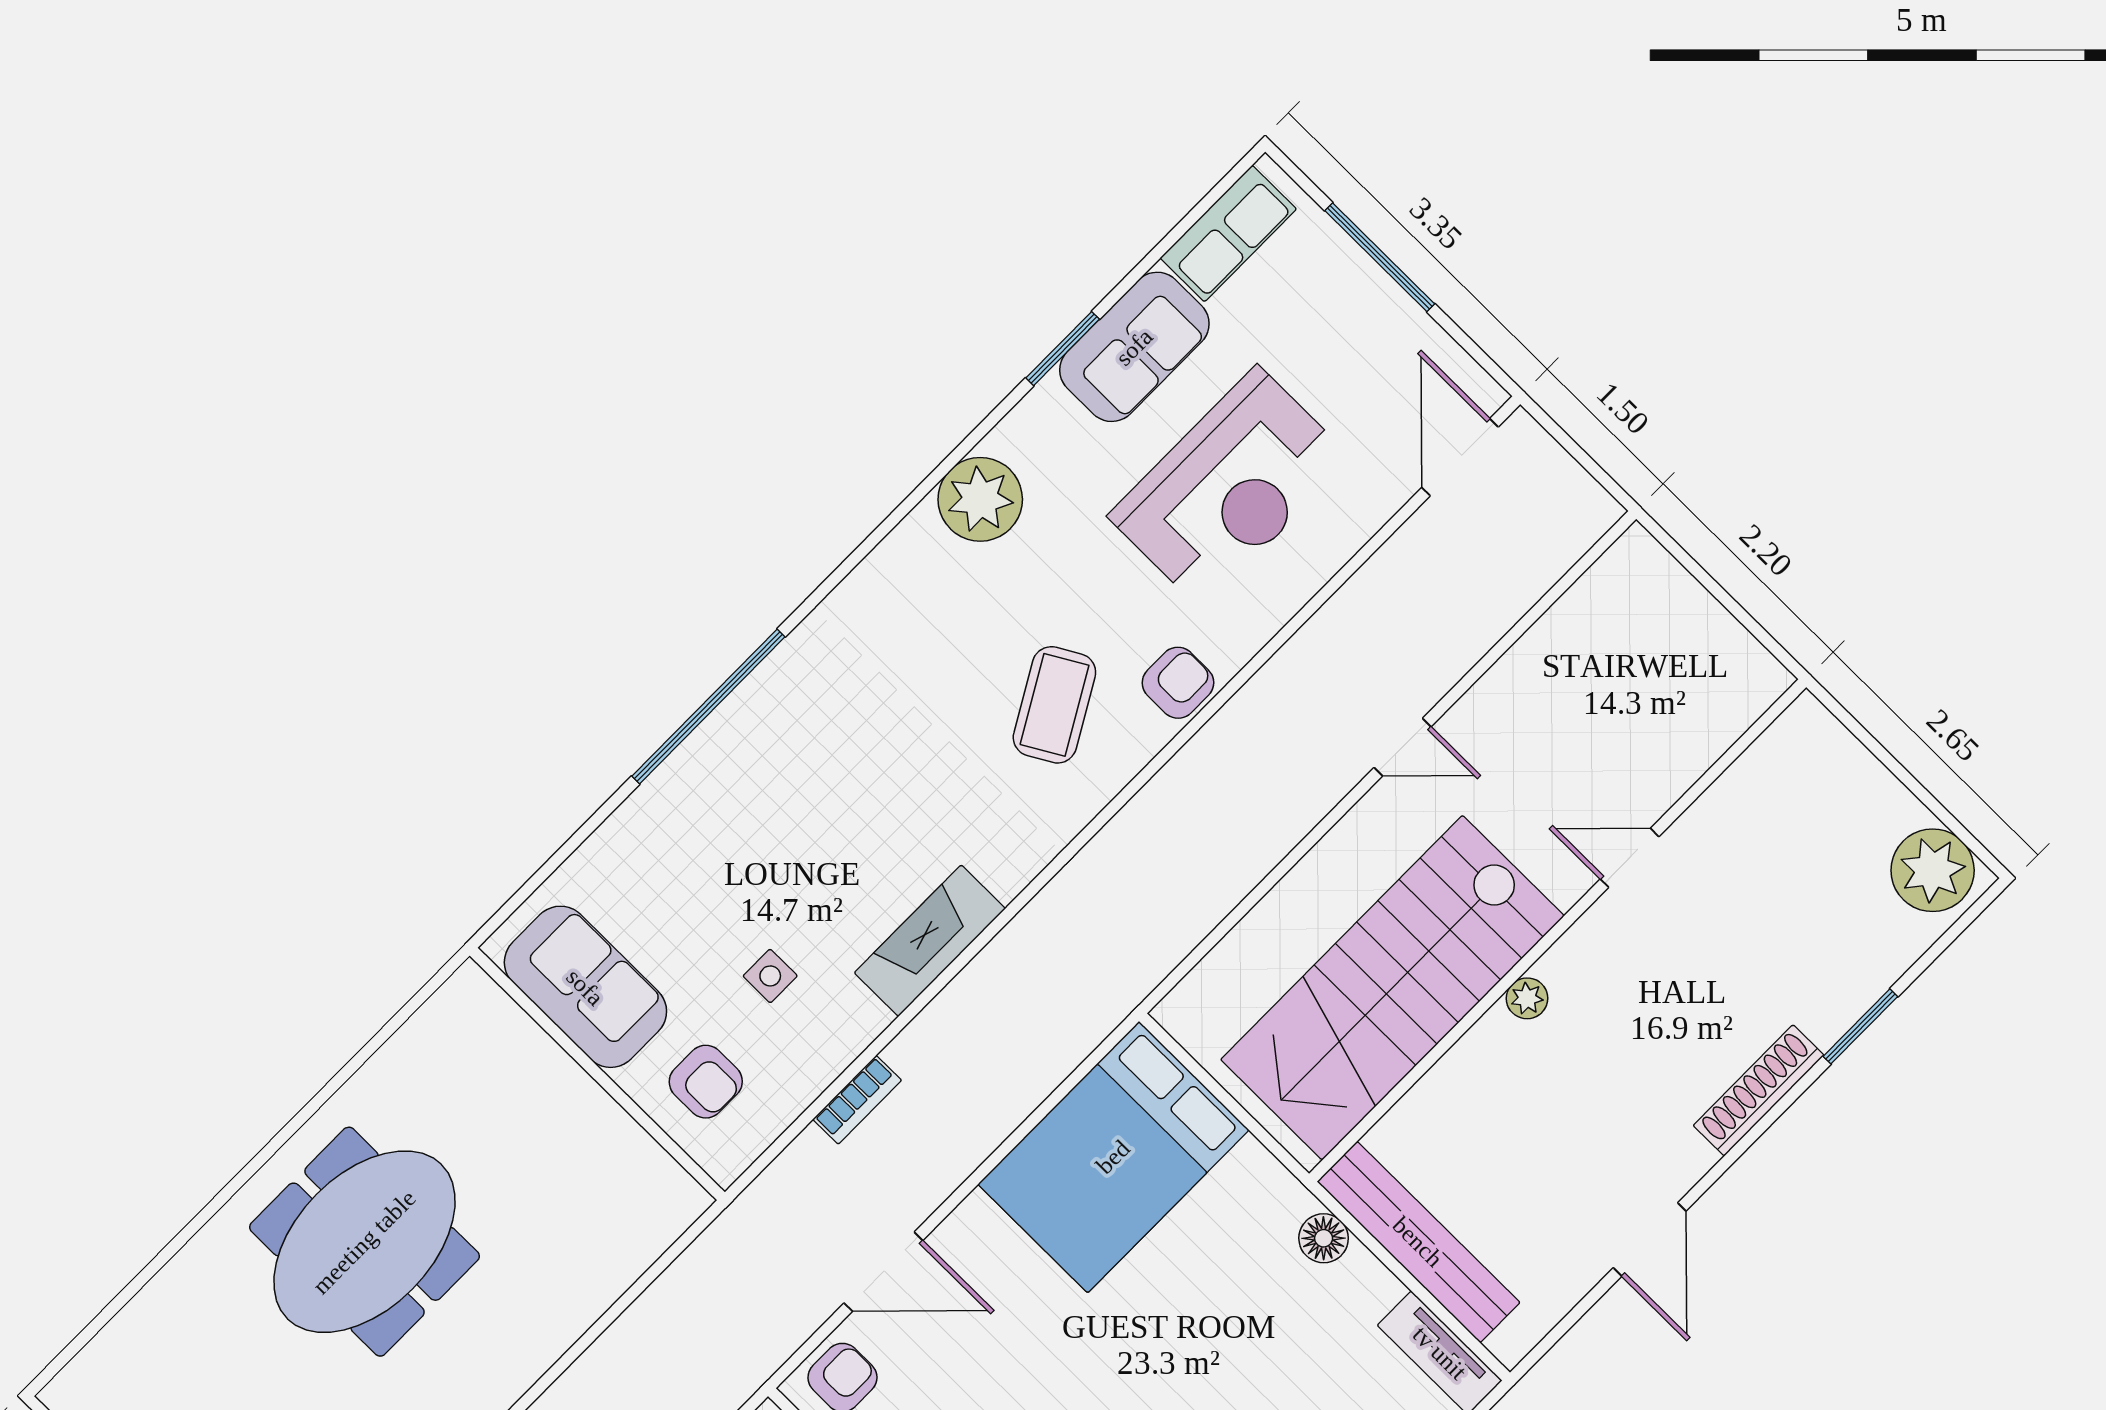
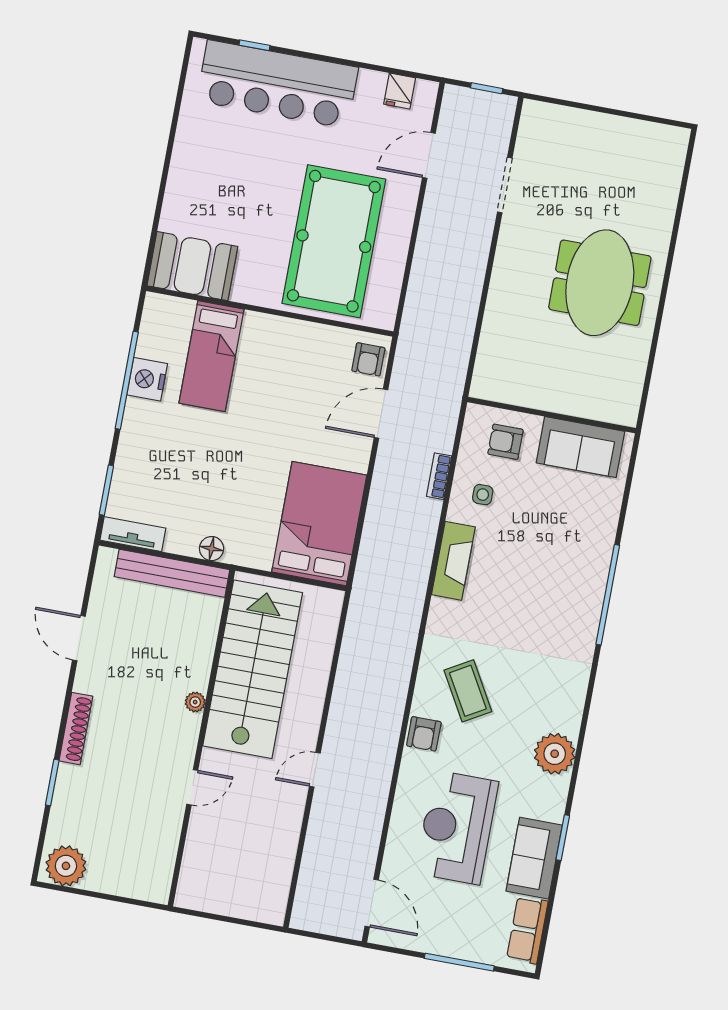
side table: (770, 976) -> (483, 495), moved

